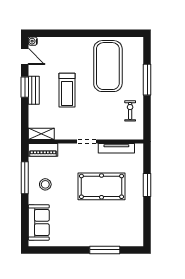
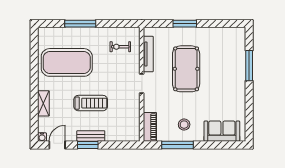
exercise bike: (130, 111) -> (120, 47), moved
shelving: (41, 134) -> (43, 103), moved

